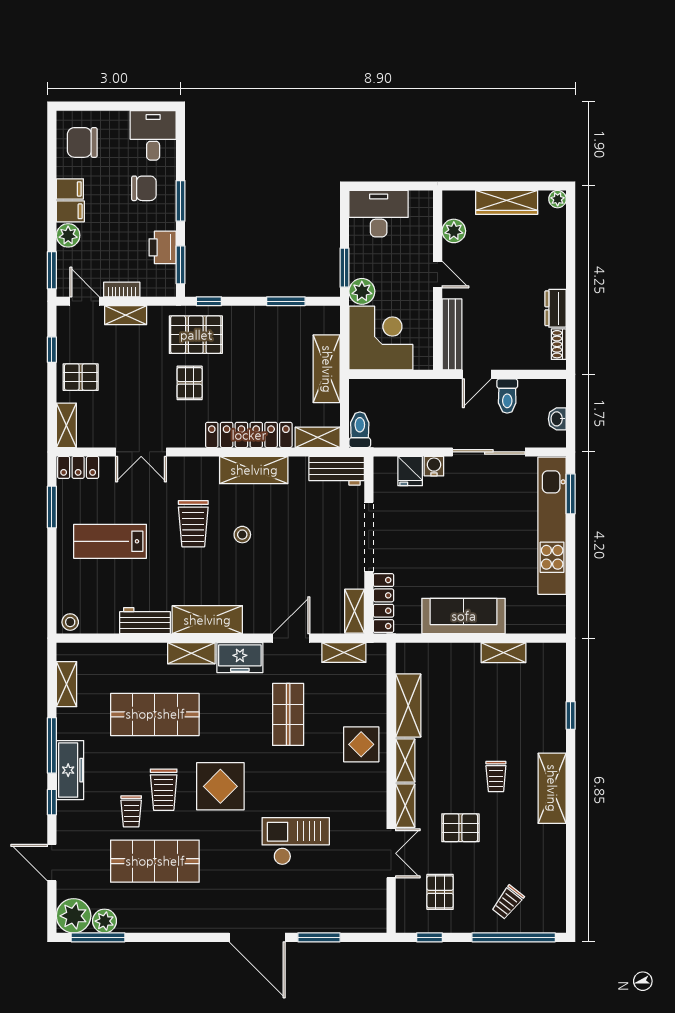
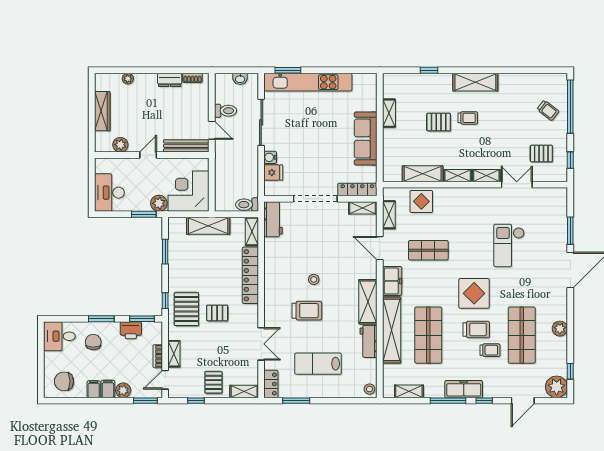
chair: (82, 142) -> (64, 381), turned 90
plant: (558, 199) -> (128, 79), moved
shelving: (254, 470) -> (273, 272), removed
lab bench: (110, 541) -> (318, 364), turned 90
shelving: (191, 653) -> (392, 330), width x2.20, depth x1.33
display table: (361, 744) -> (421, 201), moved
pallet: (460, 828) -> (439, 122), moved, turned 90
plant: (104, 921) -> (560, 329), moved
window: (98, 937) -> (570, 371), width x0.46

